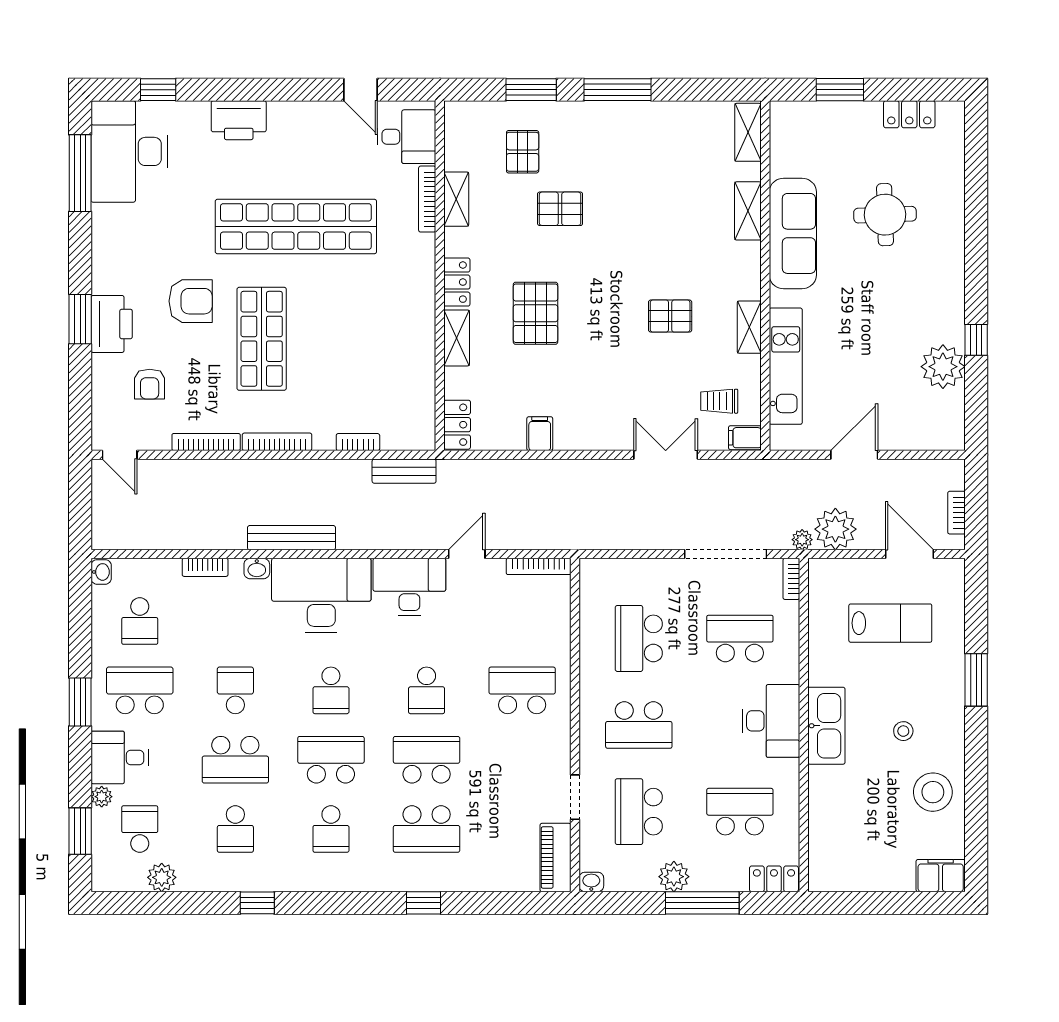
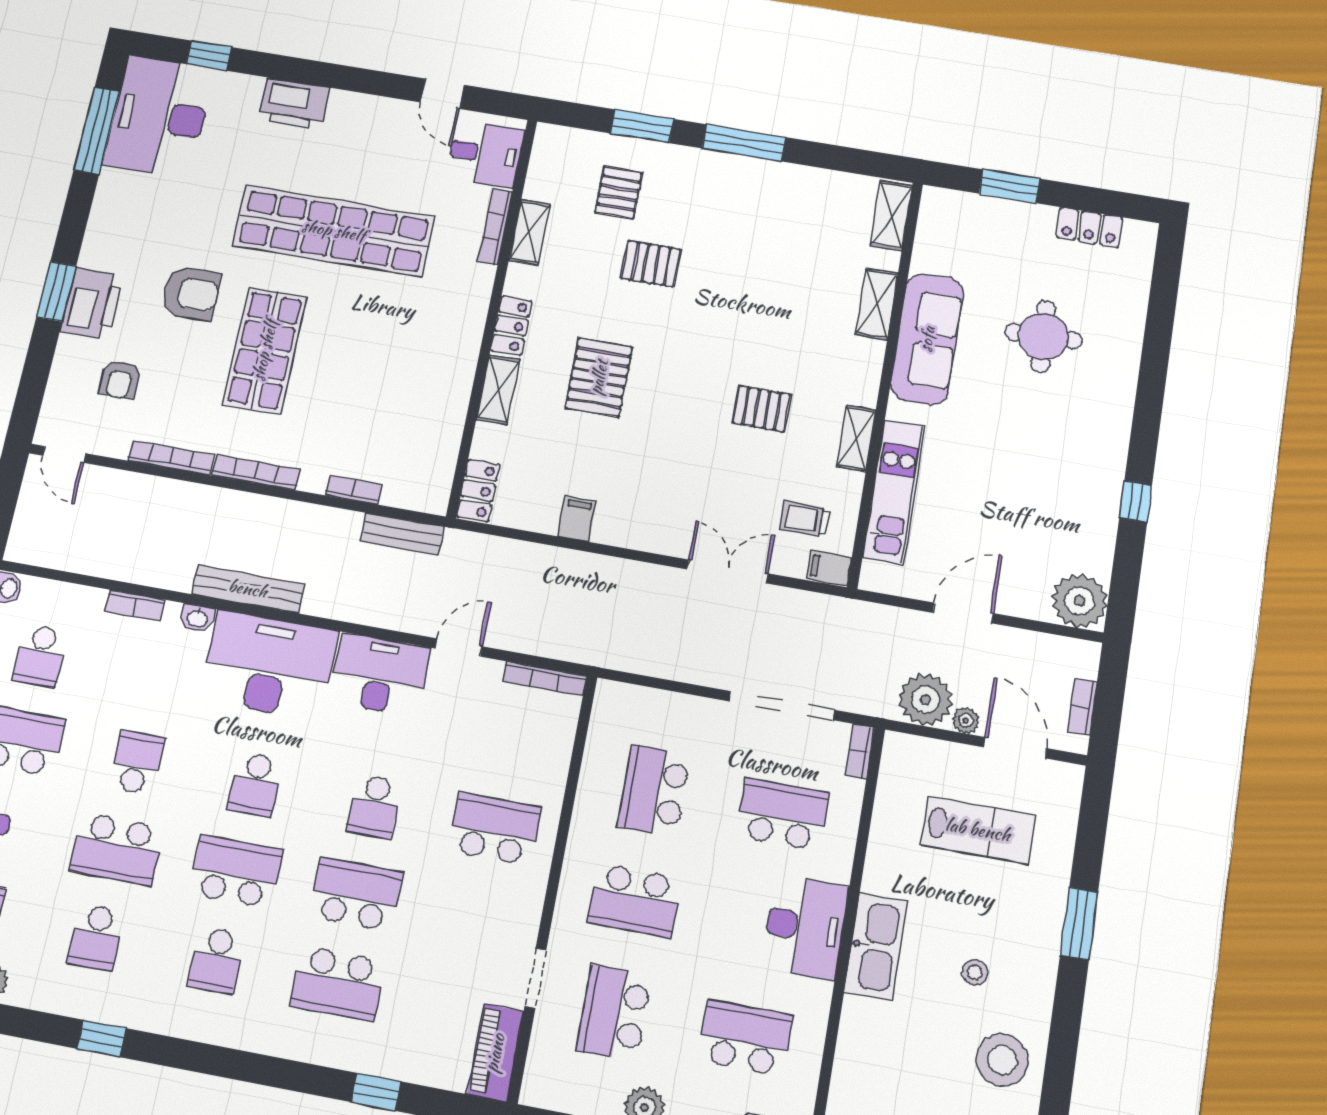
plant: (943, 367) -> (1080, 601), moved
plant: (802, 540) -> (966, 720), moved
washbasin: (591, 882) -> (536, 1094), removed
window: (424, 903) -> (376, 1092), moved

